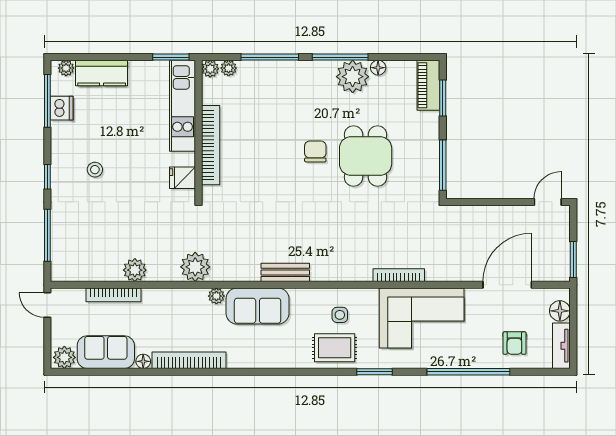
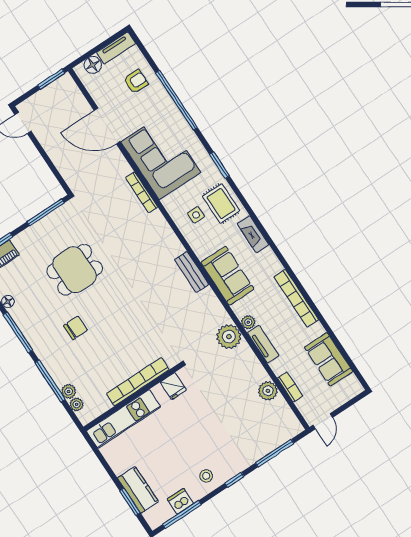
window: (171, 57) -> (130, 502), moved
plant: (66, 68) -> (151, 517), removed
plant: (210, 69) -> (69, 391), moved
plant: (353, 77) -> (26, 315), removed
chair: (315, 151) -> (75, 328), moved, turned 180
stool: (95, 170) -> (206, 476), moved
plant: (135, 270) -> (268, 391), moved
door: (507, 285) -> (107, 126), moved
bookcase: (113, 295) -> (290, 387), width x0.64
tv unit: (165, 296) -> (263, 344), added
plant: (216, 296) -> (248, 322), moved
plant: (64, 357) -> (351, 386), removed
fireplace: (282, 359) -> (253, 234), added
floor lamp: (143, 361) -> (318, 329), removed

